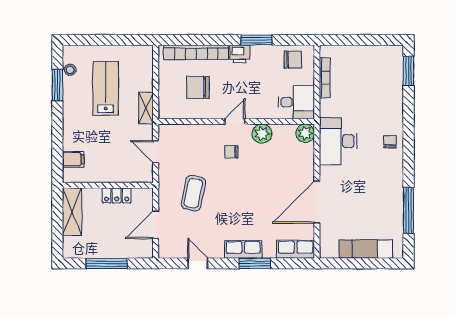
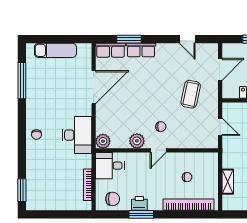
printer: (240, 54) -> (139, 203), moved
chair: (293, 60) -> (113, 199), turned 180
chair: (198, 87) -> (187, 177), width x0.54, depth x0.54
shelving: (146, 108) -> (228, 182), moved
row of seats: (243, 249) -> (141, 50), moved
window: (255, 263) -> (129, 39), moved

